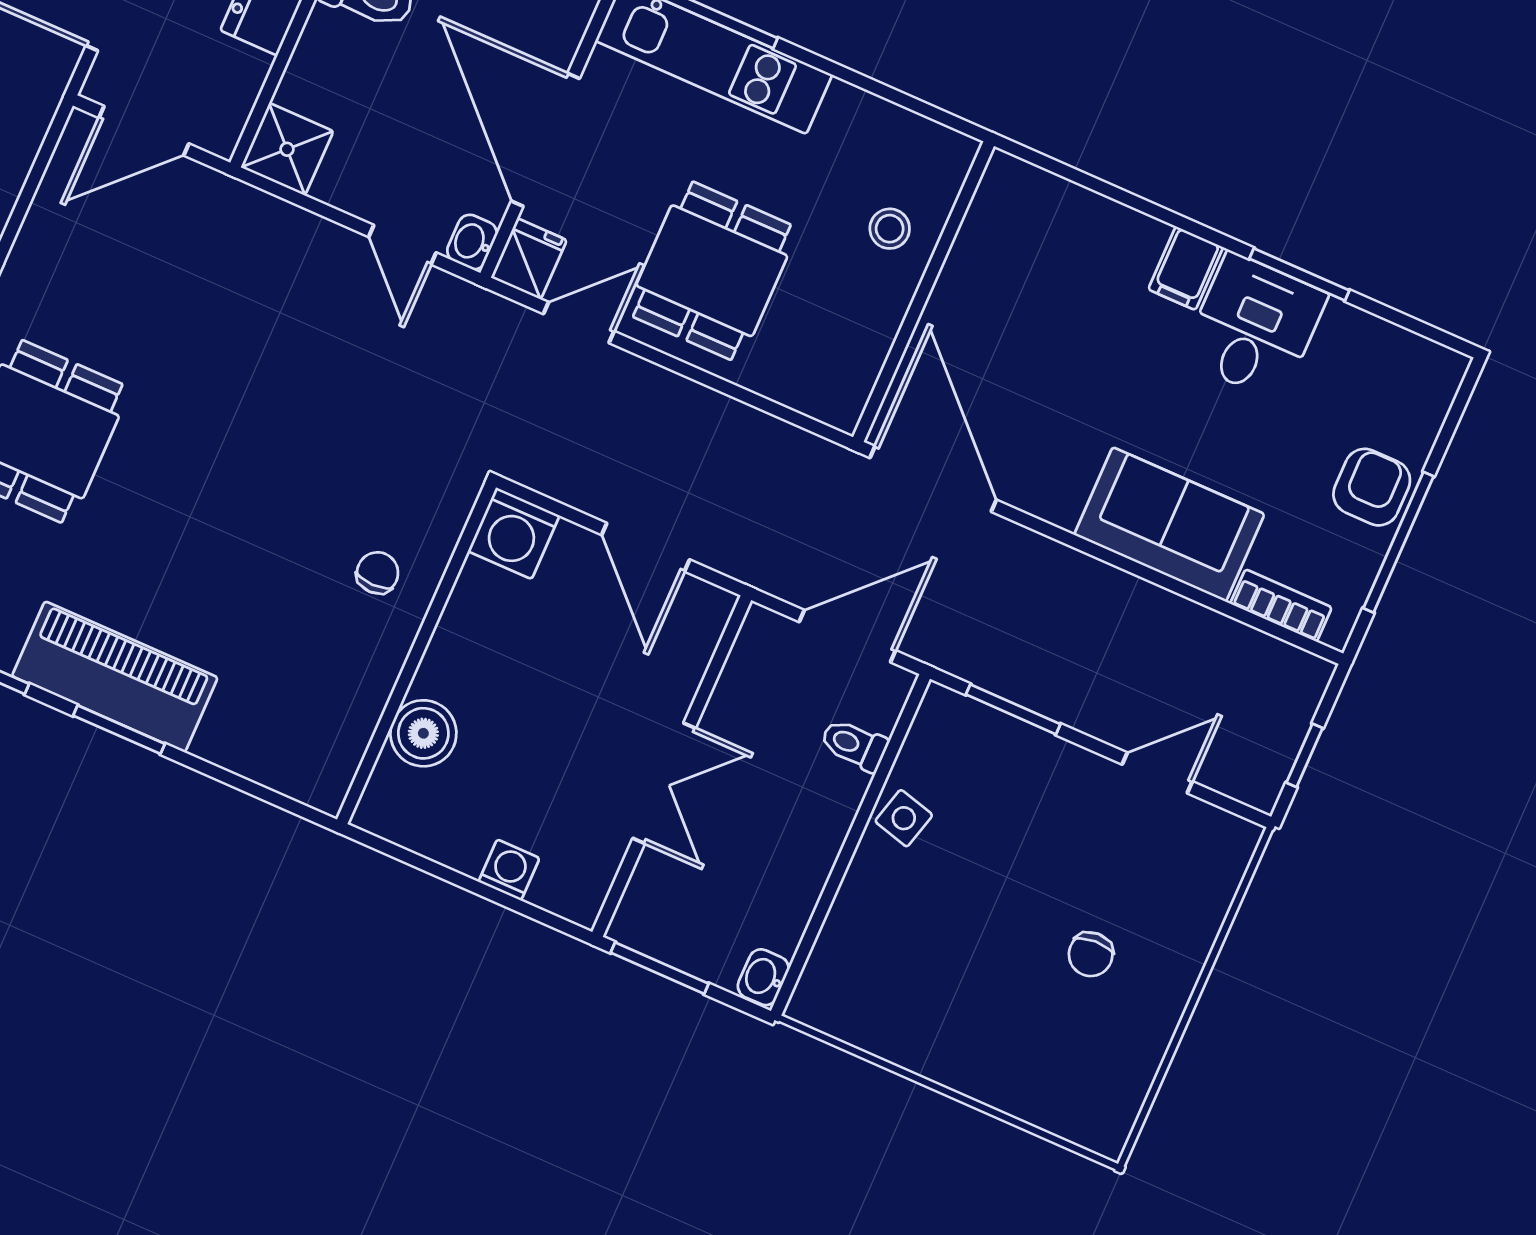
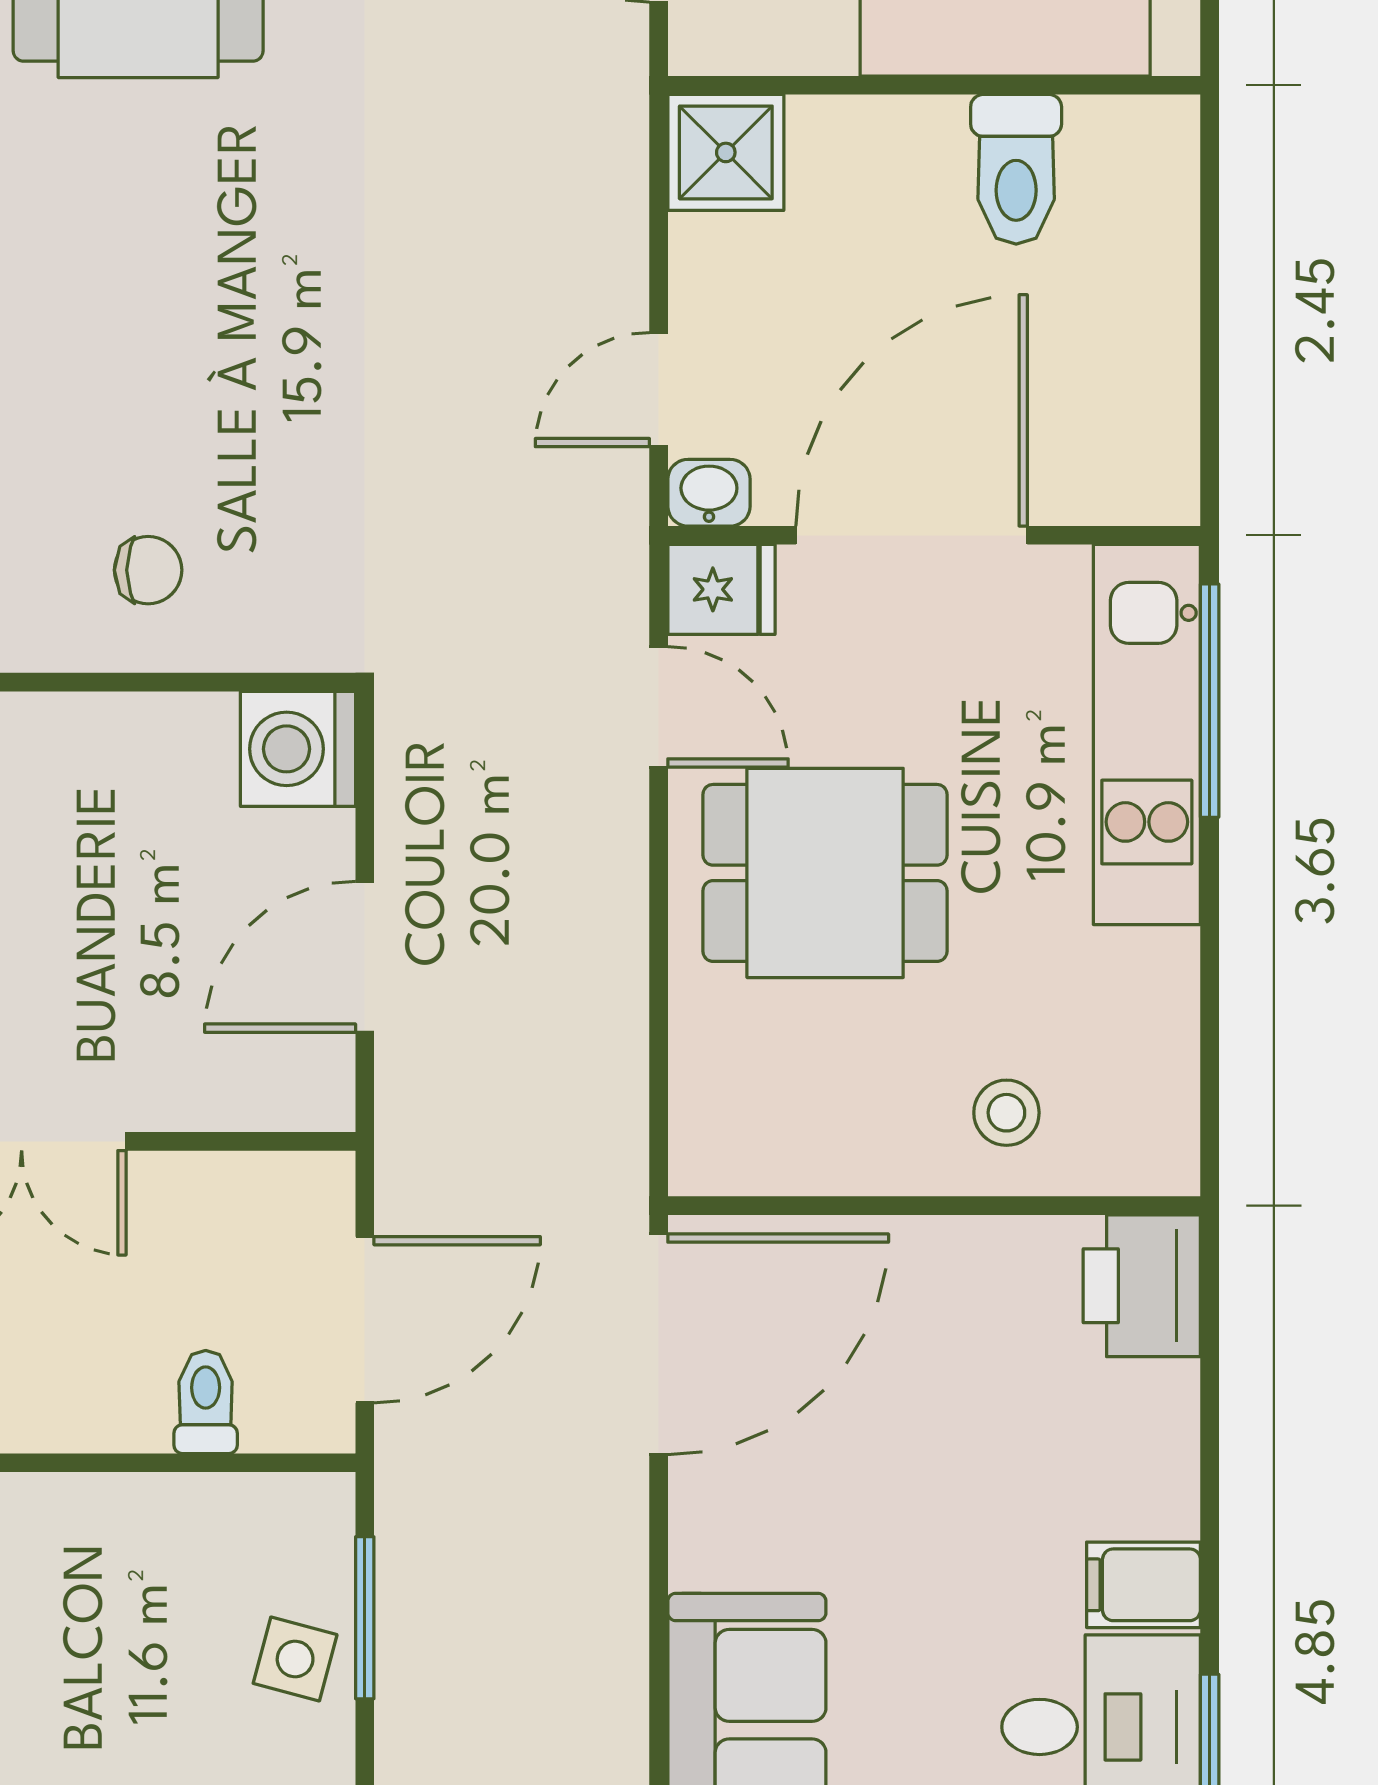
printer: (1019, 196) -> (1142, 1286), added
door: (847, 636) -> (365, 1320), hinge flipped
side table: (904, 818) -> (295, 1659), moved

